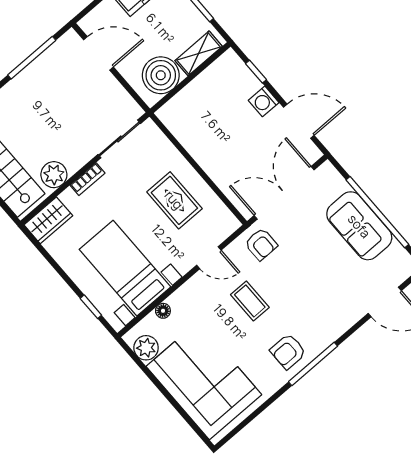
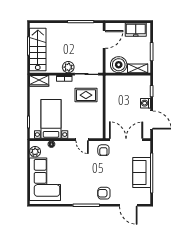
door: (98, 53) -> (104, 39), hinge flipped
plant: (54, 175) -> (68, 67), moved
rug: (174, 200) -> (86, 95), moved, turned 90
coffee table: (250, 301) -> (83, 166), removed
armchair: (288, 351) -> (104, 193), moved

